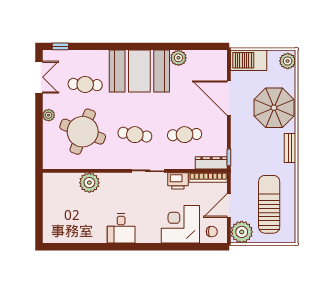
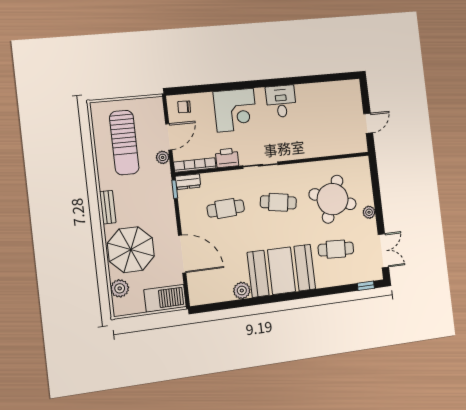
plant: (288, 61) -> (120, 288), moved
double door: (39, 77) -> (383, 251), swing flipped
dresser: (211, 163) -> (188, 182), width x0.70
plant: (89, 183) -> (319, 146), removed
door: (39, 200) -> (368, 123), added
corner desk: (180, 224) -> (235, 110), moved
plant: (242, 232) -> (163, 157), moved, width x0.53, depth x0.53

